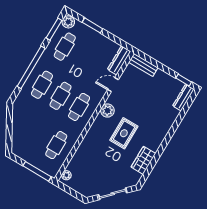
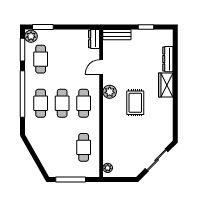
window: (92, 25) -> (43, 27), moved
dresser: (119, 60) -> (94, 39), width x0.70
window: (184, 80) -> (146, 27), moved
dresser: (183, 98) -> (168, 59), moved
wardrobe: (143, 160) -> (166, 85), moved
window: (37, 171) -> (71, 180), moved

